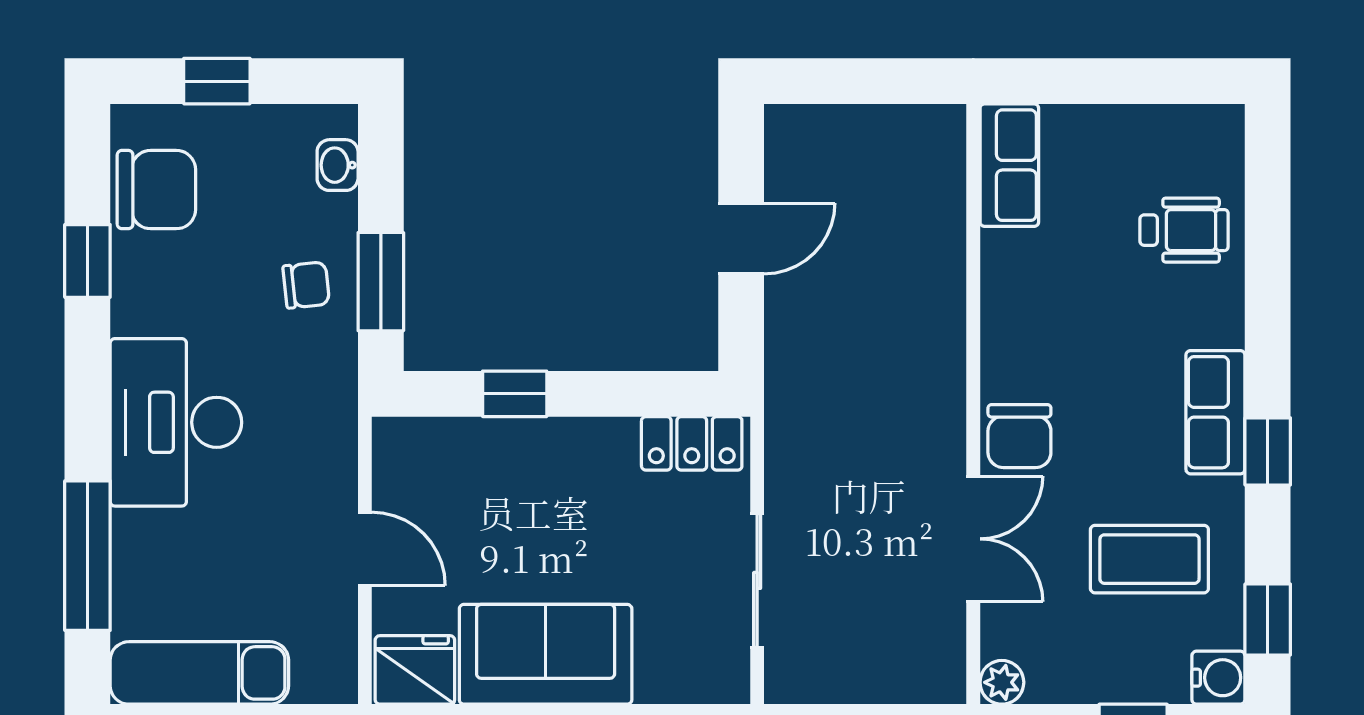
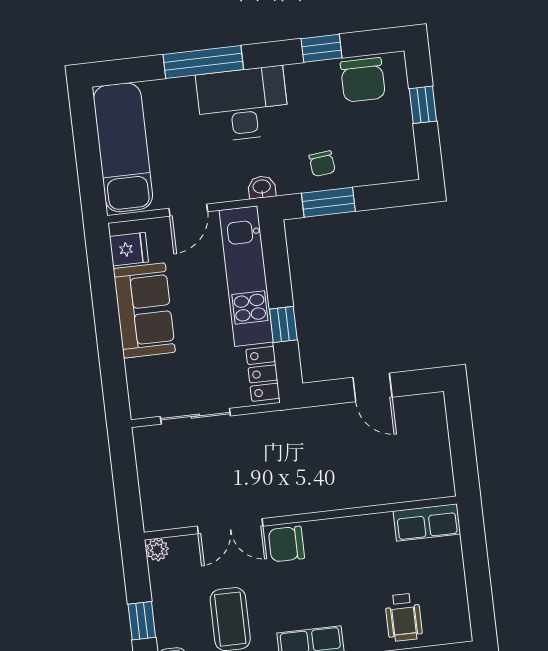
washbasin: (338, 165) -> (262, 187), moved
window: (515, 394) -> (283, 324), moved
kitchen unit: (503, 454) -> (246, 276), added
window: (87, 556) -> (203, 62), moved
fridge: (415, 670) -> (129, 249), width x0.72
exam couch: (199, 673) -> (123, 147), width x1.36, depth x1.45

